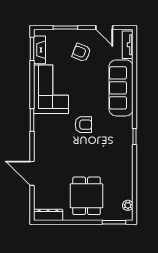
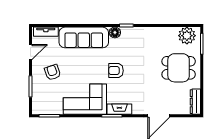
fireplace: (39, 50) -> (119, 109), moved
armchair: (81, 52) -> (53, 72), turned 139
floor lamp: (127, 123) -> (115, 32), added
armchair: (83, 125) -> (116, 71), turned -90
plant: (128, 205) -> (187, 36), width x1.87, depth x1.87

